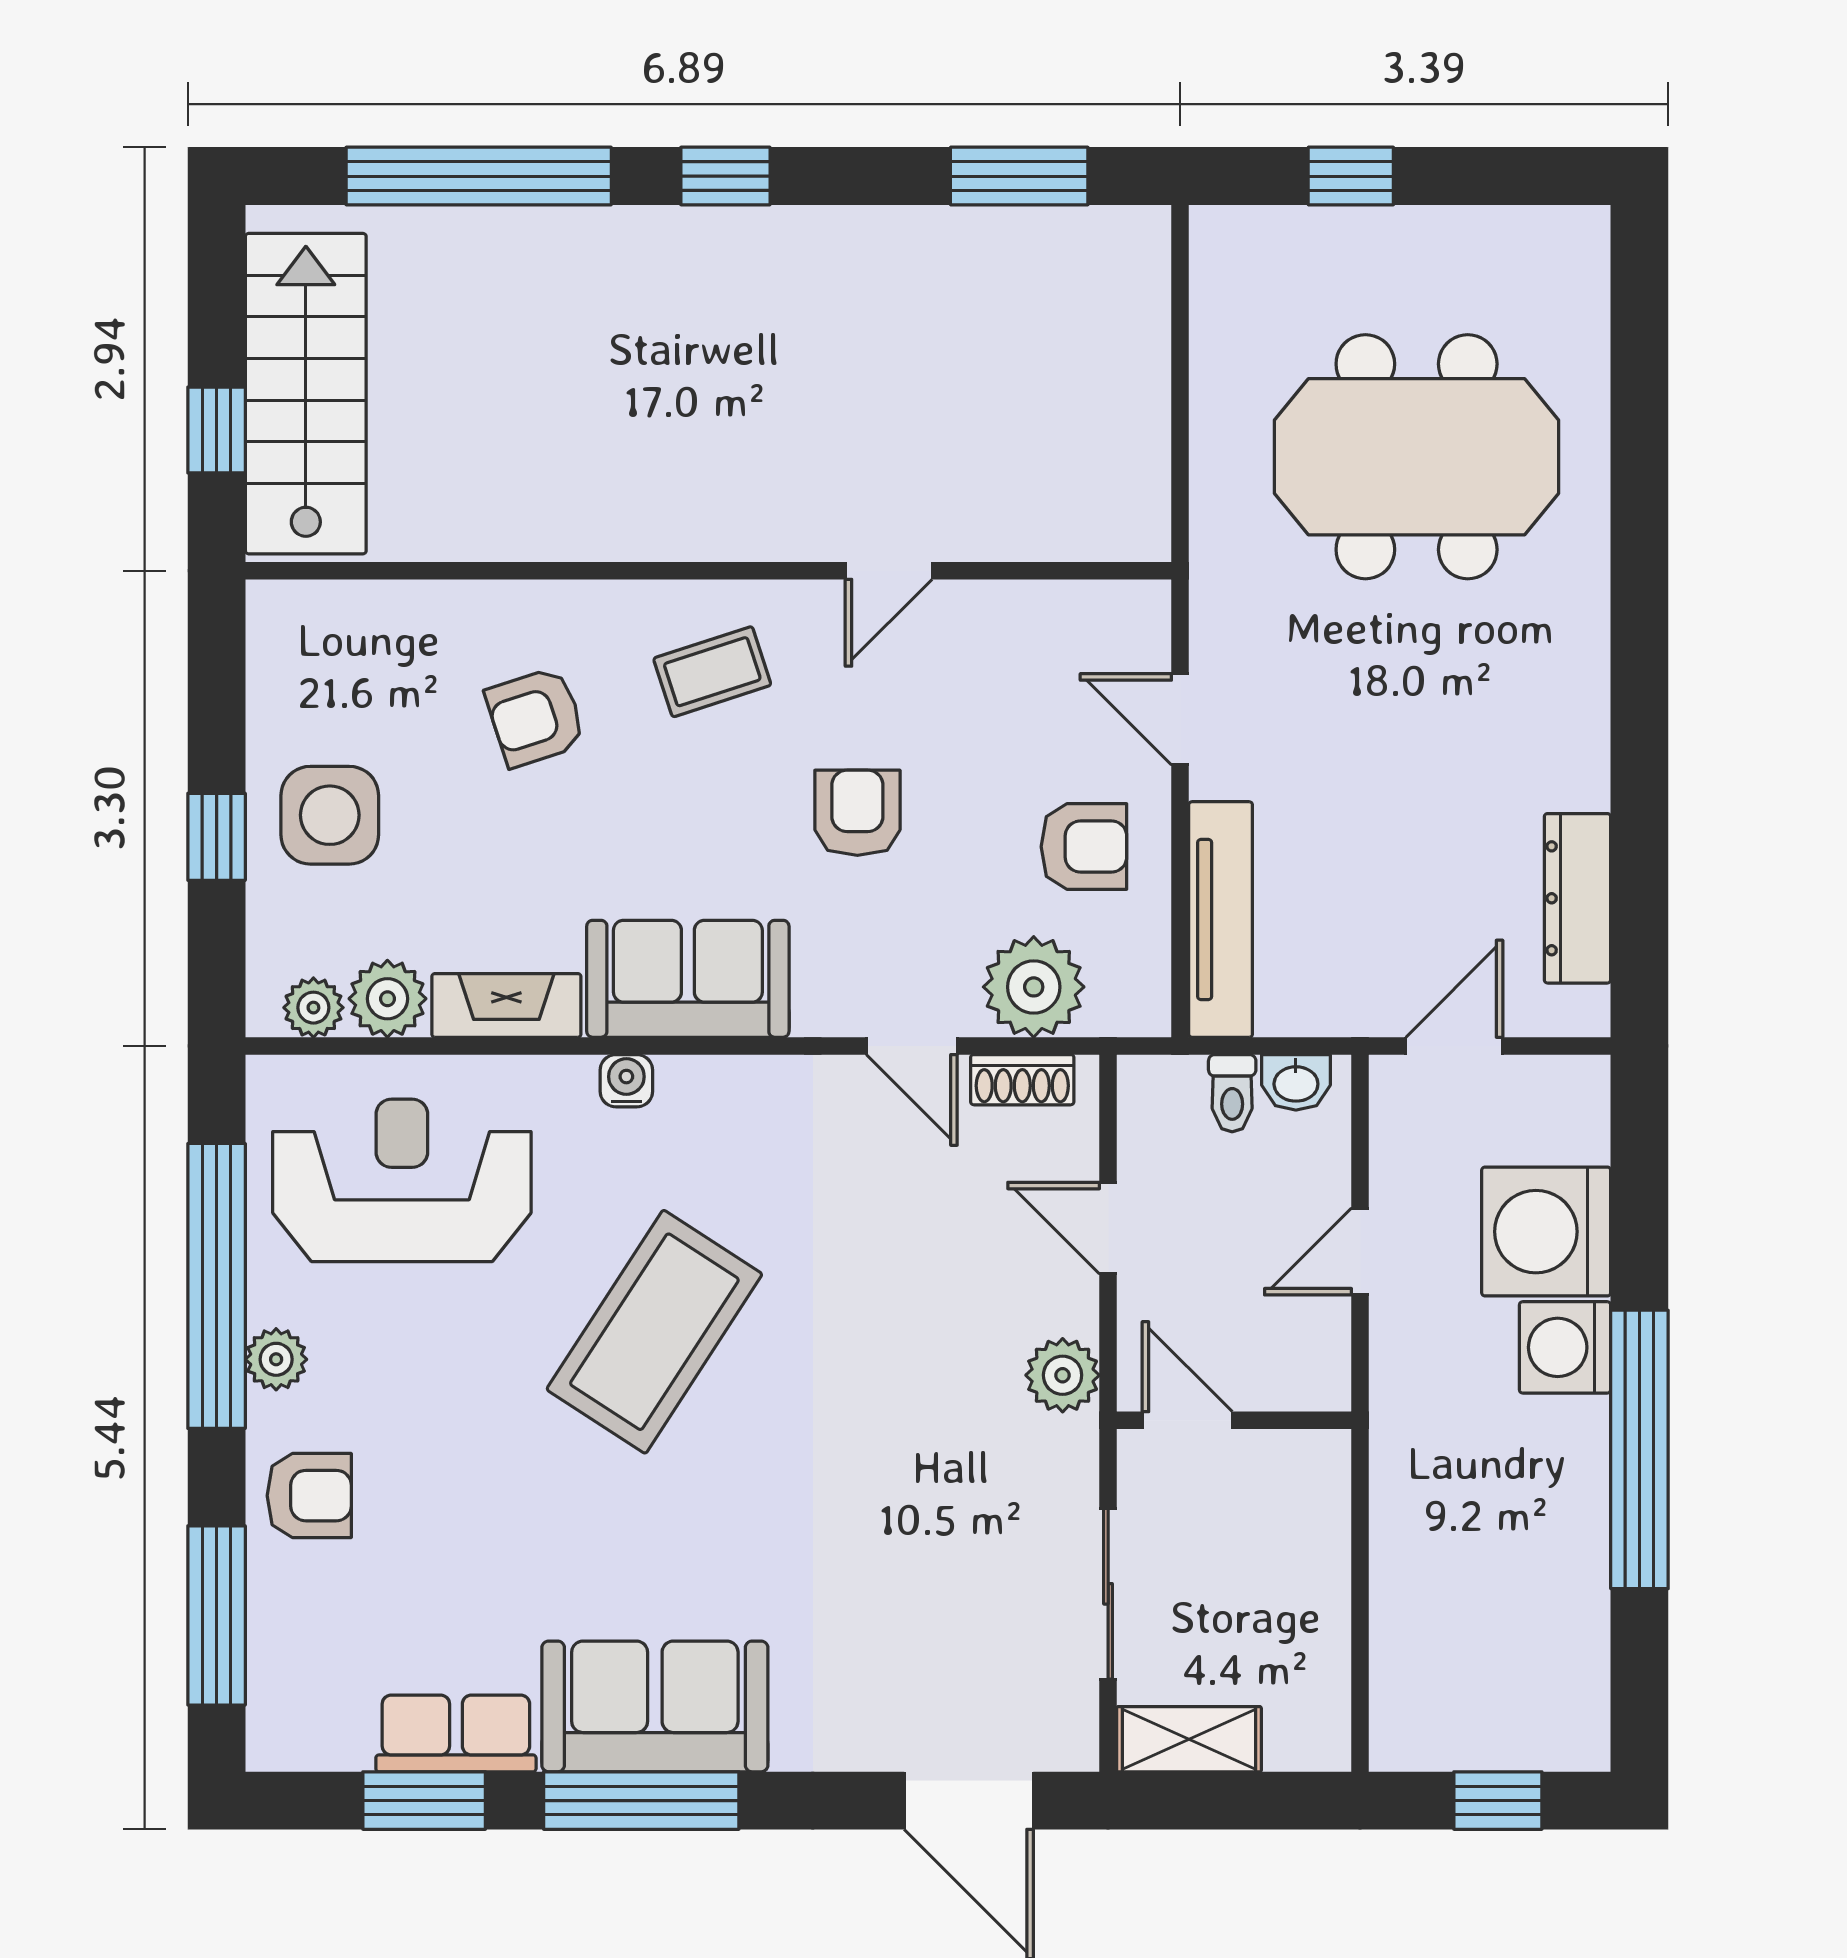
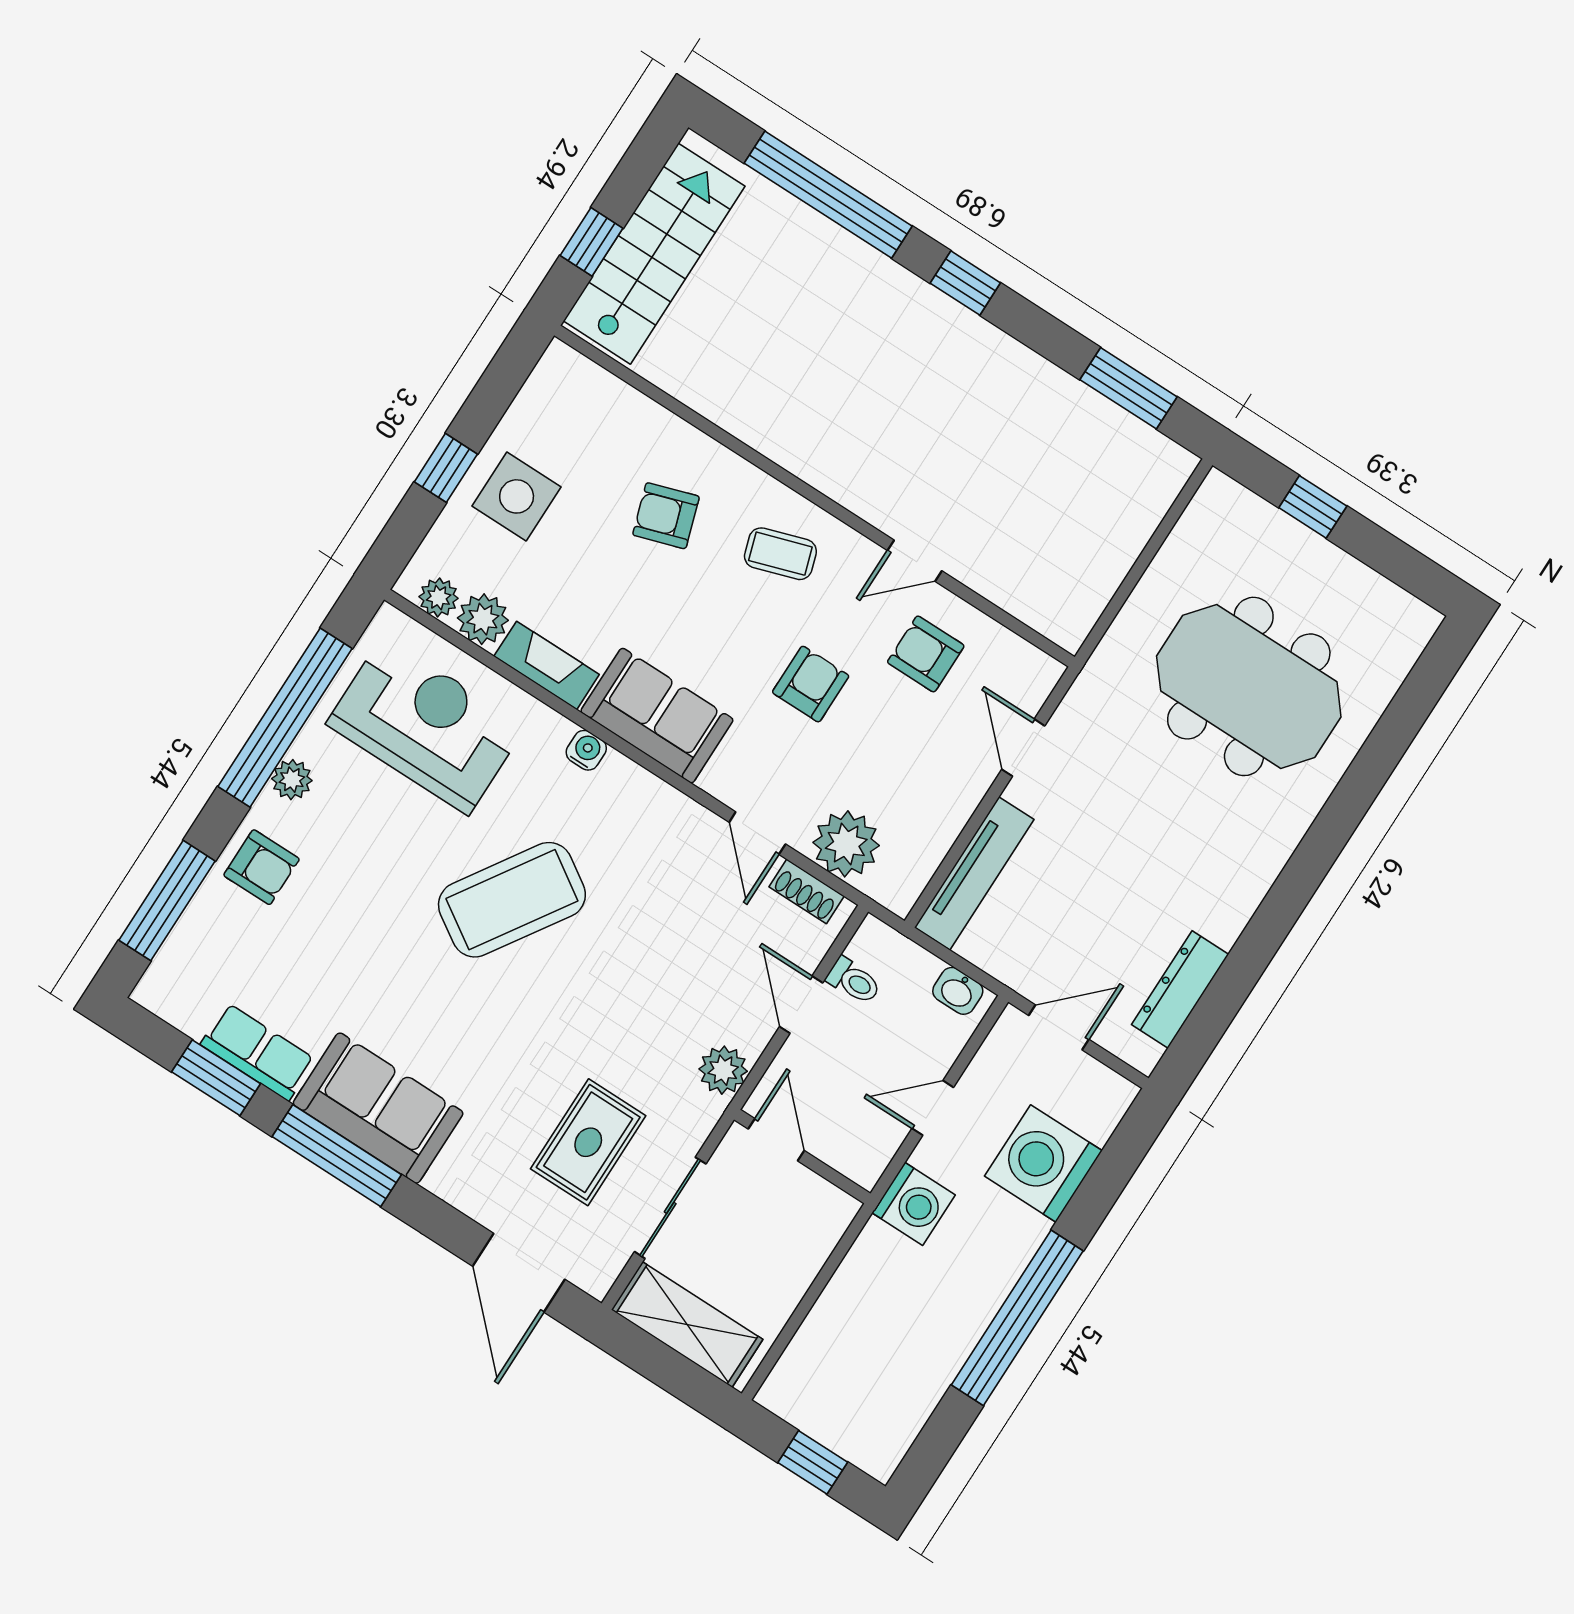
armchair: (1084, 847) -> (926, 654), moved, turned 180
toilet: (1232, 1093) -> (854, 981), moved, turned -90
washing machine: (1565, 1347) -> (914, 1204), moved, turned 180
rug: (950, 1578) -> (588, 1142), added
shelving: (1189, 1739) -> (687, 1325), width x1.50, depth x1.33

